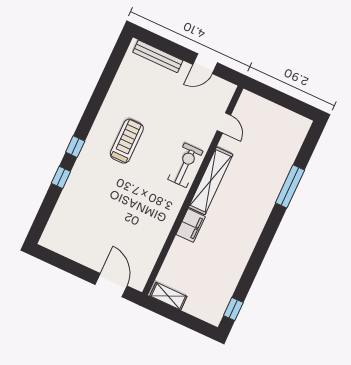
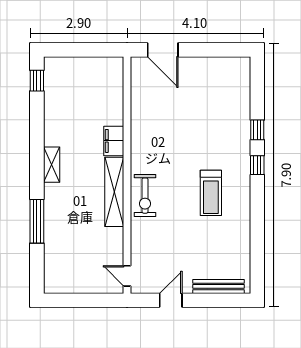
door: (224, 123) -> (127, 276), moved
shelving: (168, 296) -> (52, 165), moved, turned 90

